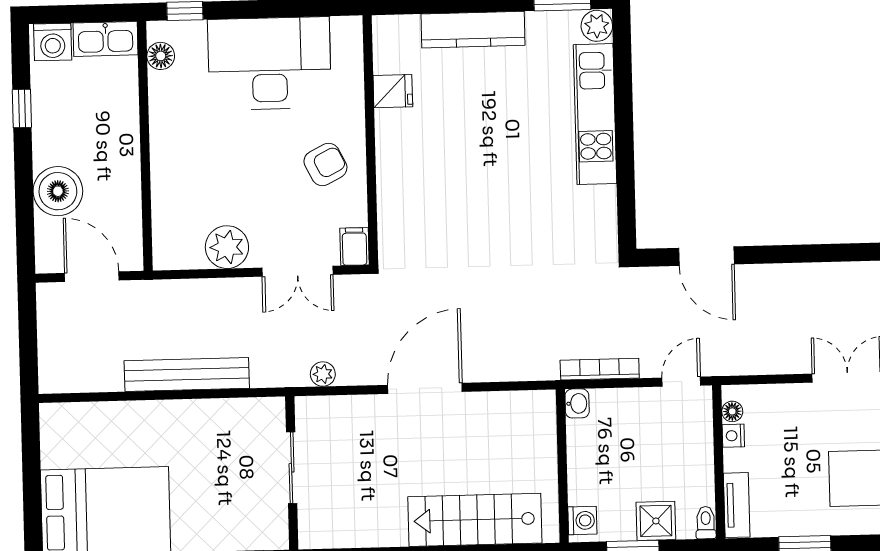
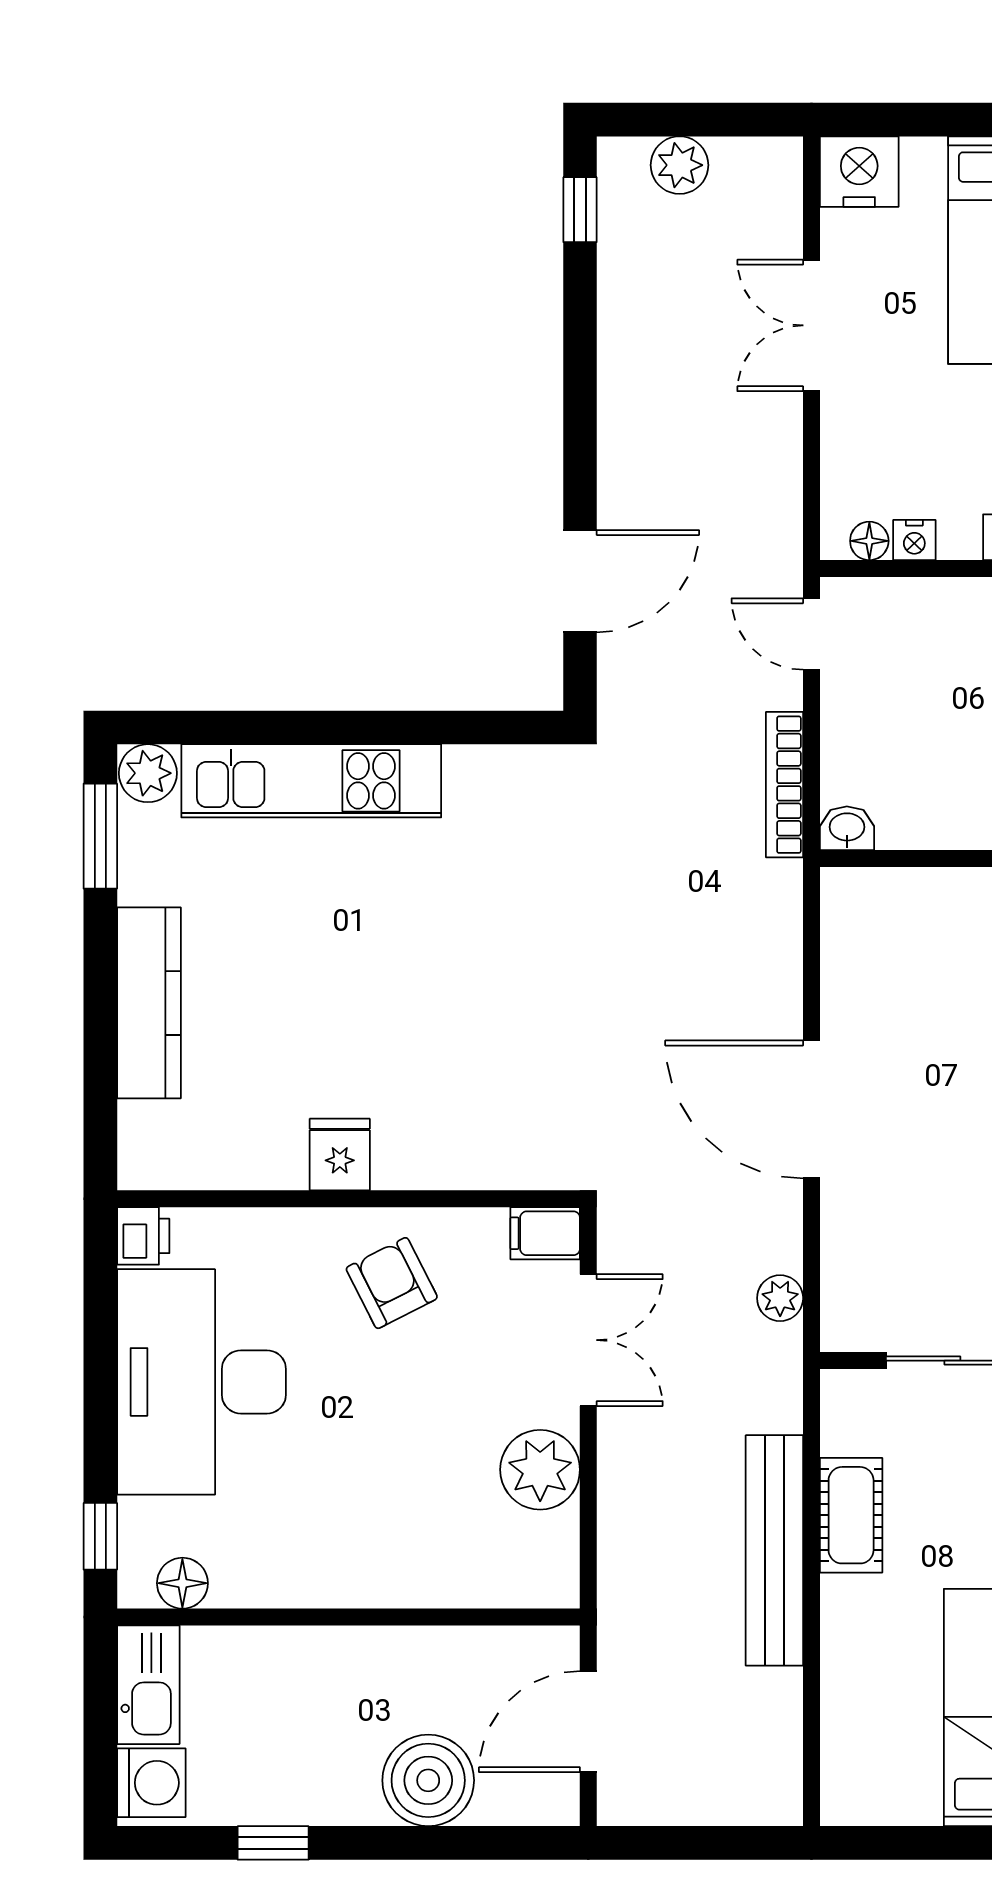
printer: (347, 30) -> (143, 1236), added
fridge: (393, 91) -> (340, 1155), moved
cot: (207, 415) -> (851, 1515), added

